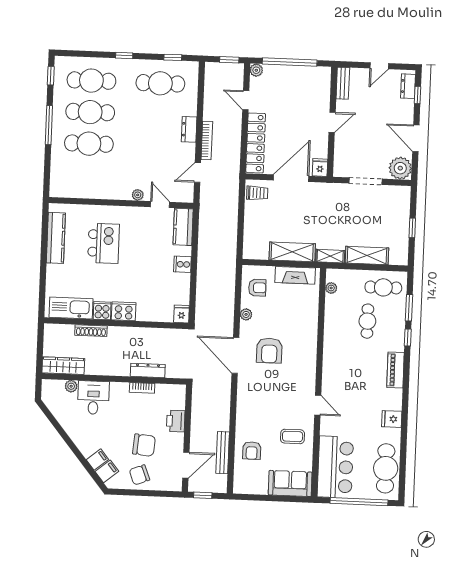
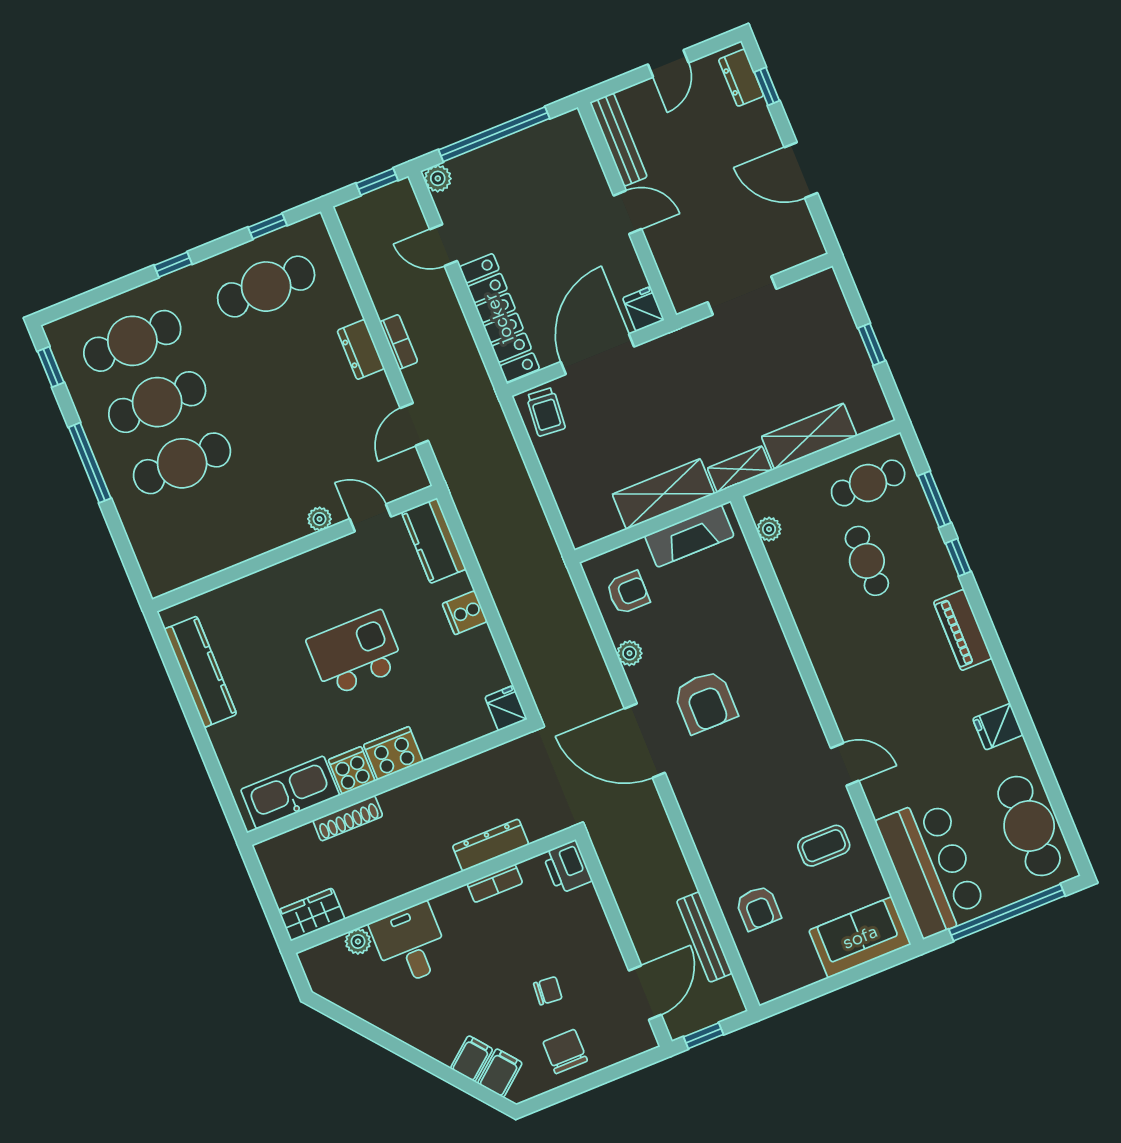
bench: (343, 83) -> (619, 140), width x1.36
door: (332, 122) -> (627, 212), hinge flipped
bookcase: (207, 140) -> (399, 342), width x0.64
plant: (400, 168) -> (797, 241), removed
trolley: (257, 193) -> (546, 412), turned 95
kitchen island: (103, 243) -> (355, 654), moved, turned -90
wardrobe: (63, 366) -> (312, 915), width x0.67
printer: (176, 421) -> (567, 867), moved
chair: (144, 445) -> (548, 991), width x0.54, depth x0.54
chair: (139, 475) -> (565, 1051), turned 111

